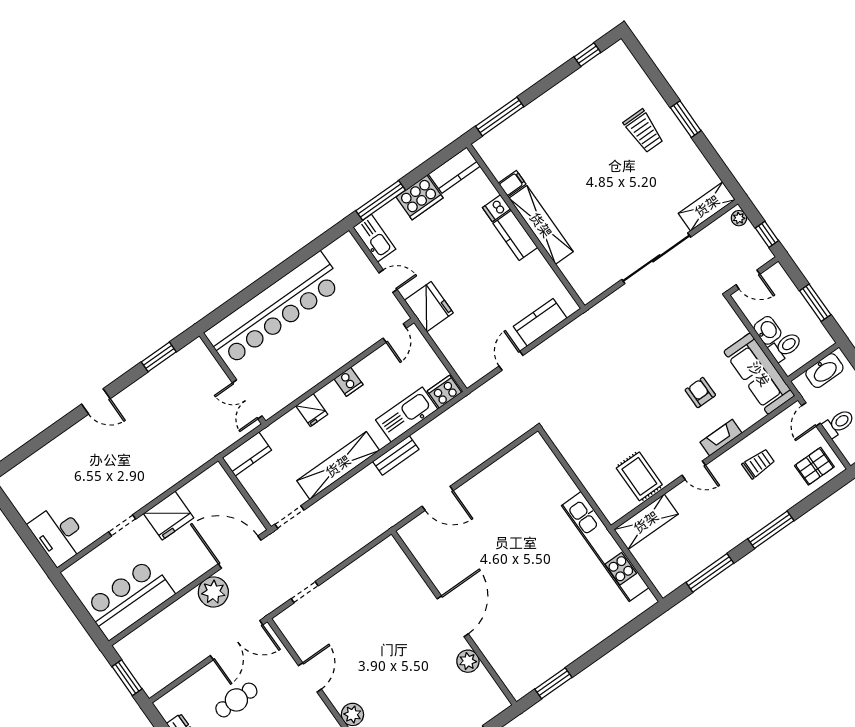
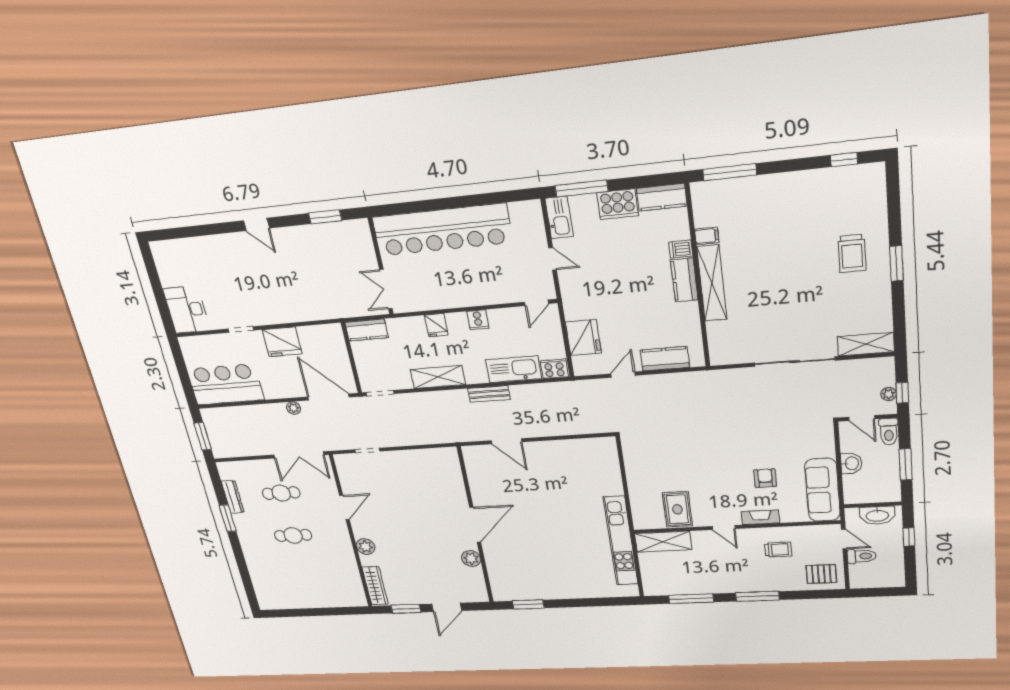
plant: (739, 218) -> (889, 394), moved
fridge: (429, 307) -> (583, 338), moved
toilet: (785, 347) -> (889, 432), moved, turned 90
door: (811, 414) -> (844, 539), swing flipped
shelving: (338, 466) -> (438, 377), width x0.68
plant: (213, 592) -> (293, 408), width x0.53, depth x0.53

